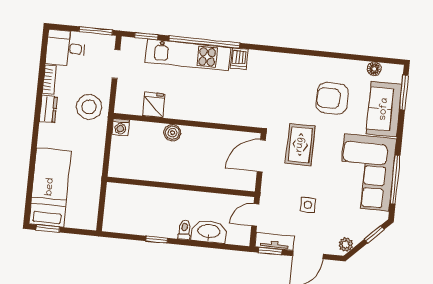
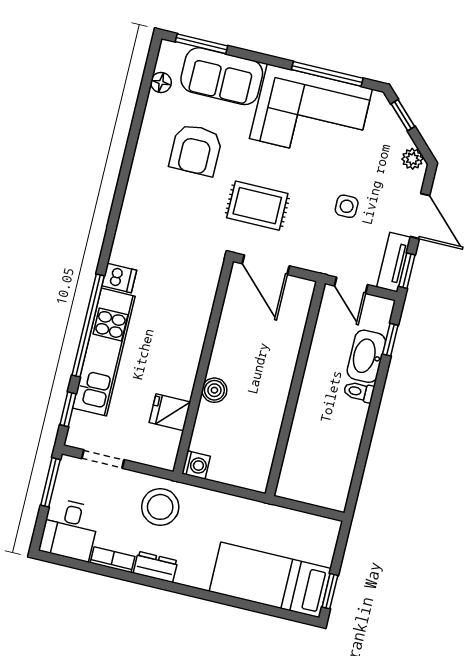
window: (157, 240) -> (390, 340), moved

